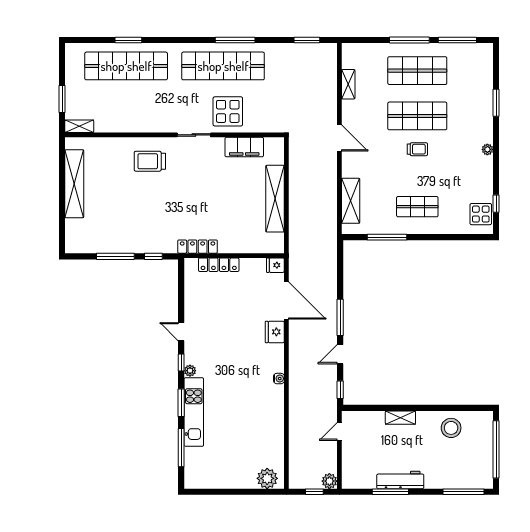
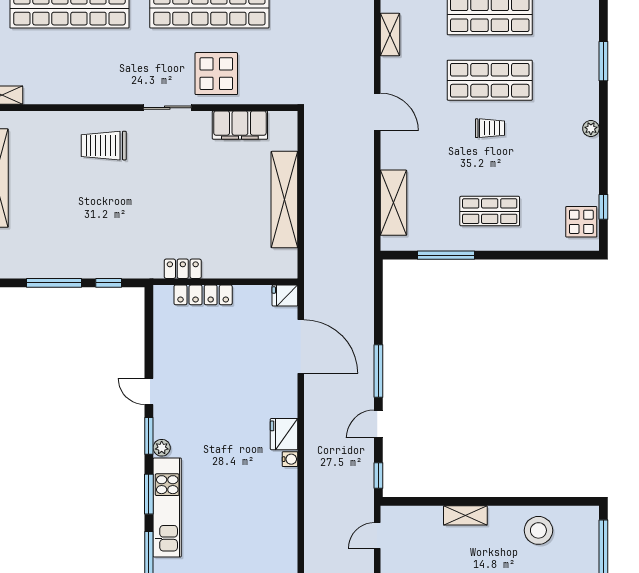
locker: (198, 247) -> (183, 269), width x0.66
fridge: (275, 332) -> (284, 434), moved
window: (181, 362) -> (149, 436), width x1.50

